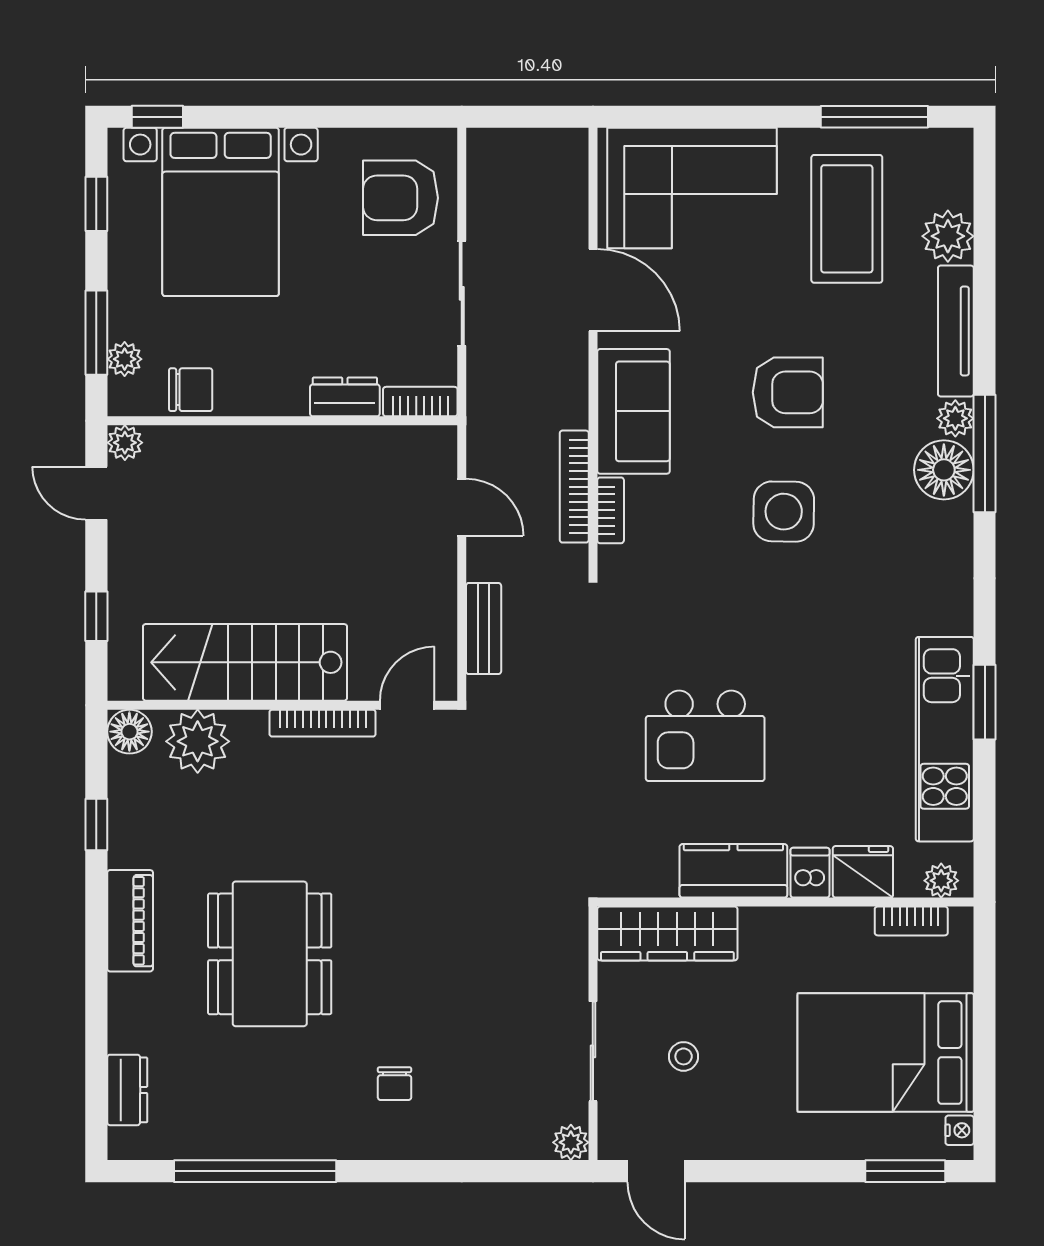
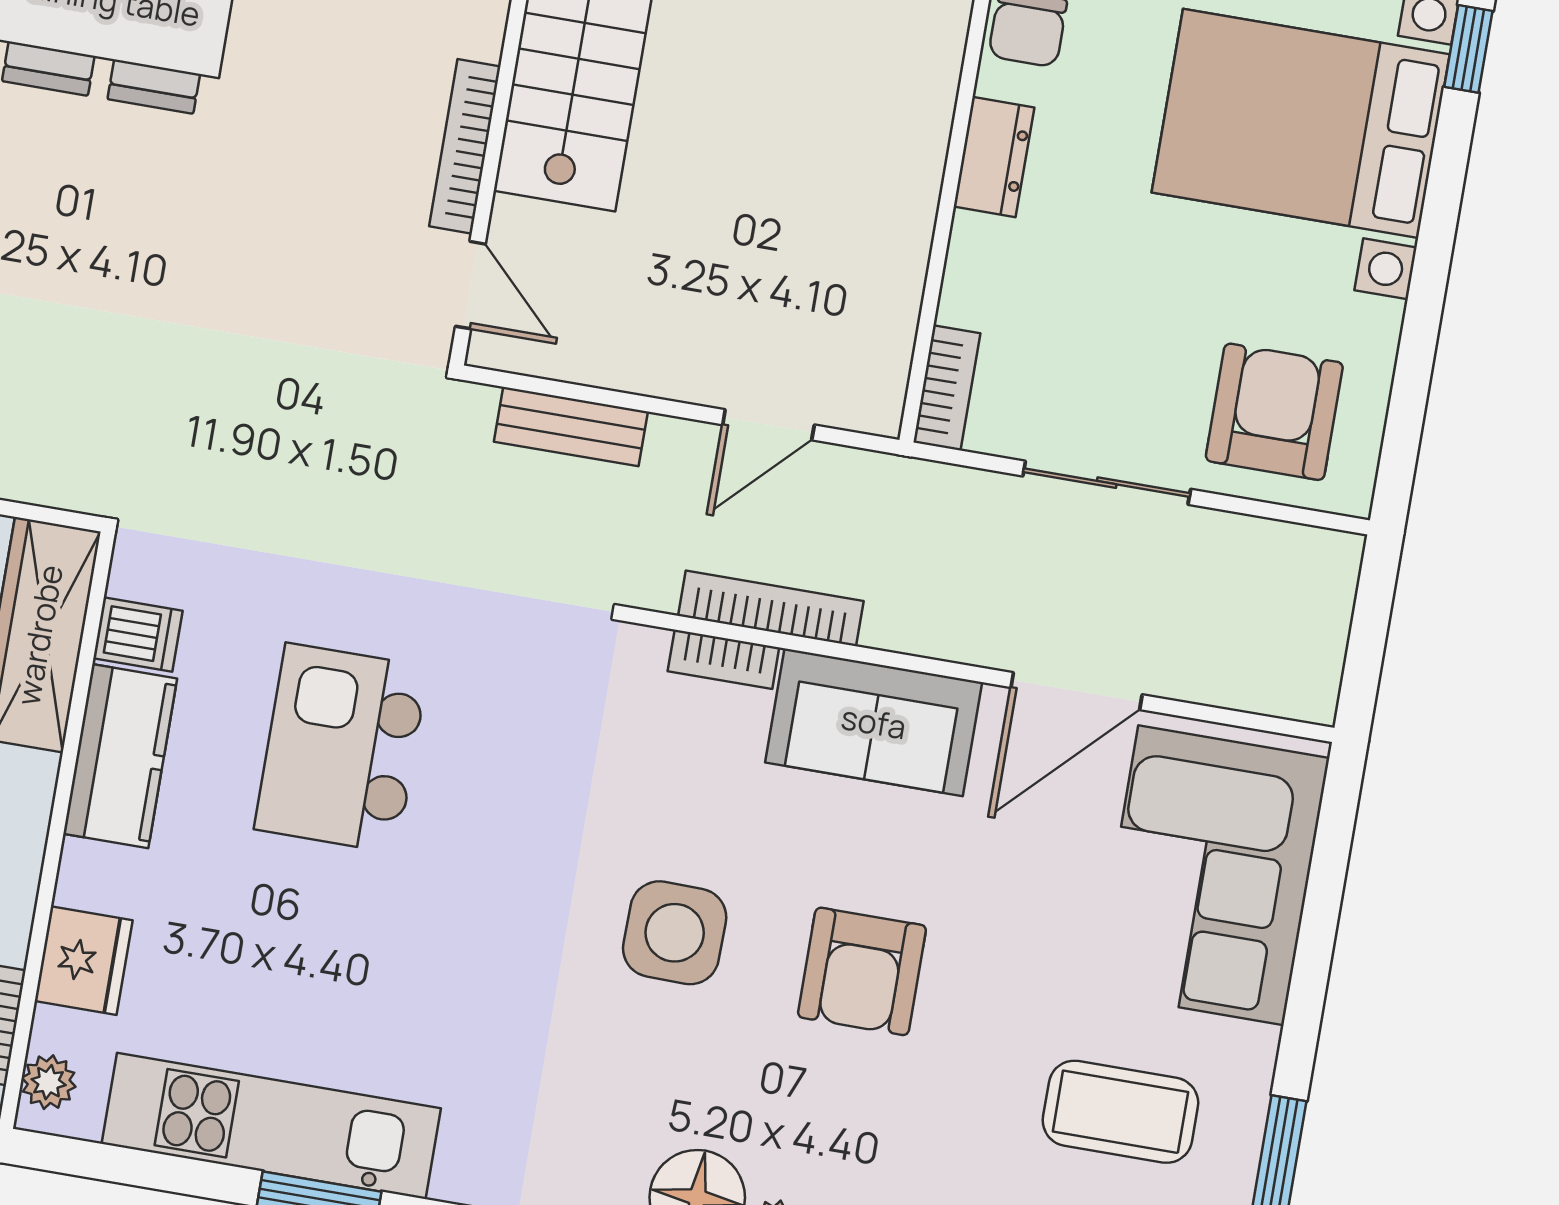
coffee table: (847, 219) -> (1120, 1112), width x0.73, depth x0.76
dresser: (345, 397) -> (994, 157), moved
dishwasher: (810, 873) -> (138, 635), moved

